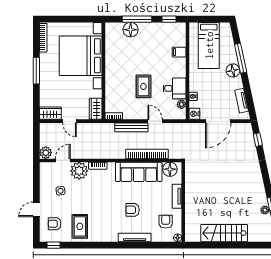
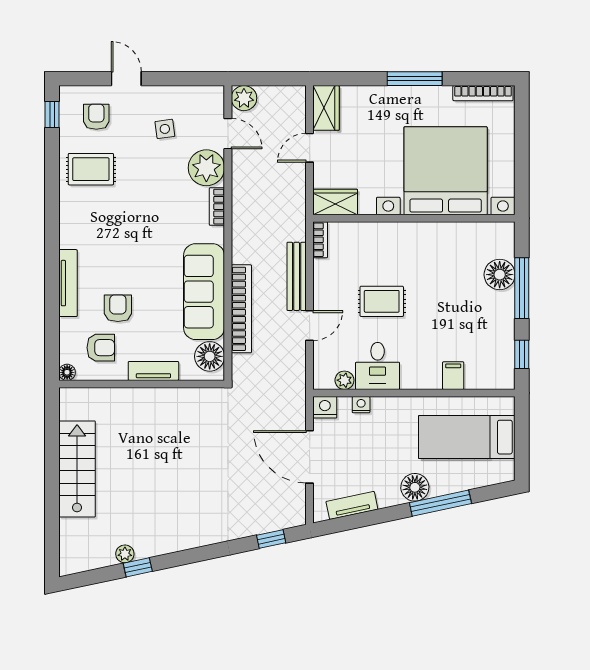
armchair: (133, 210) -> (118, 308), moved

